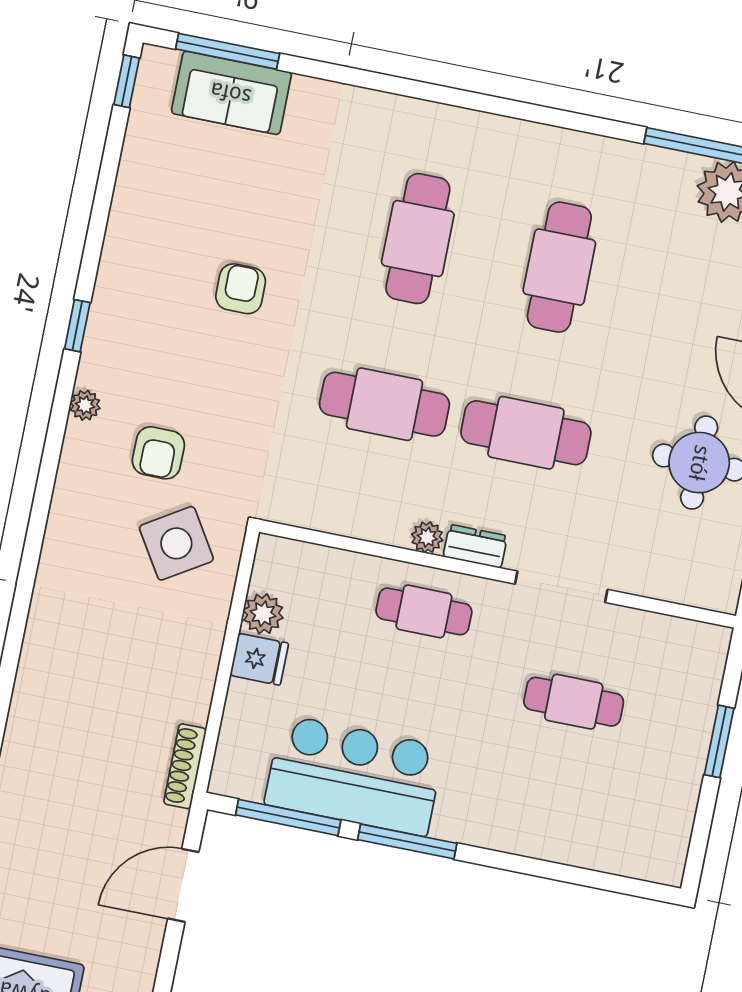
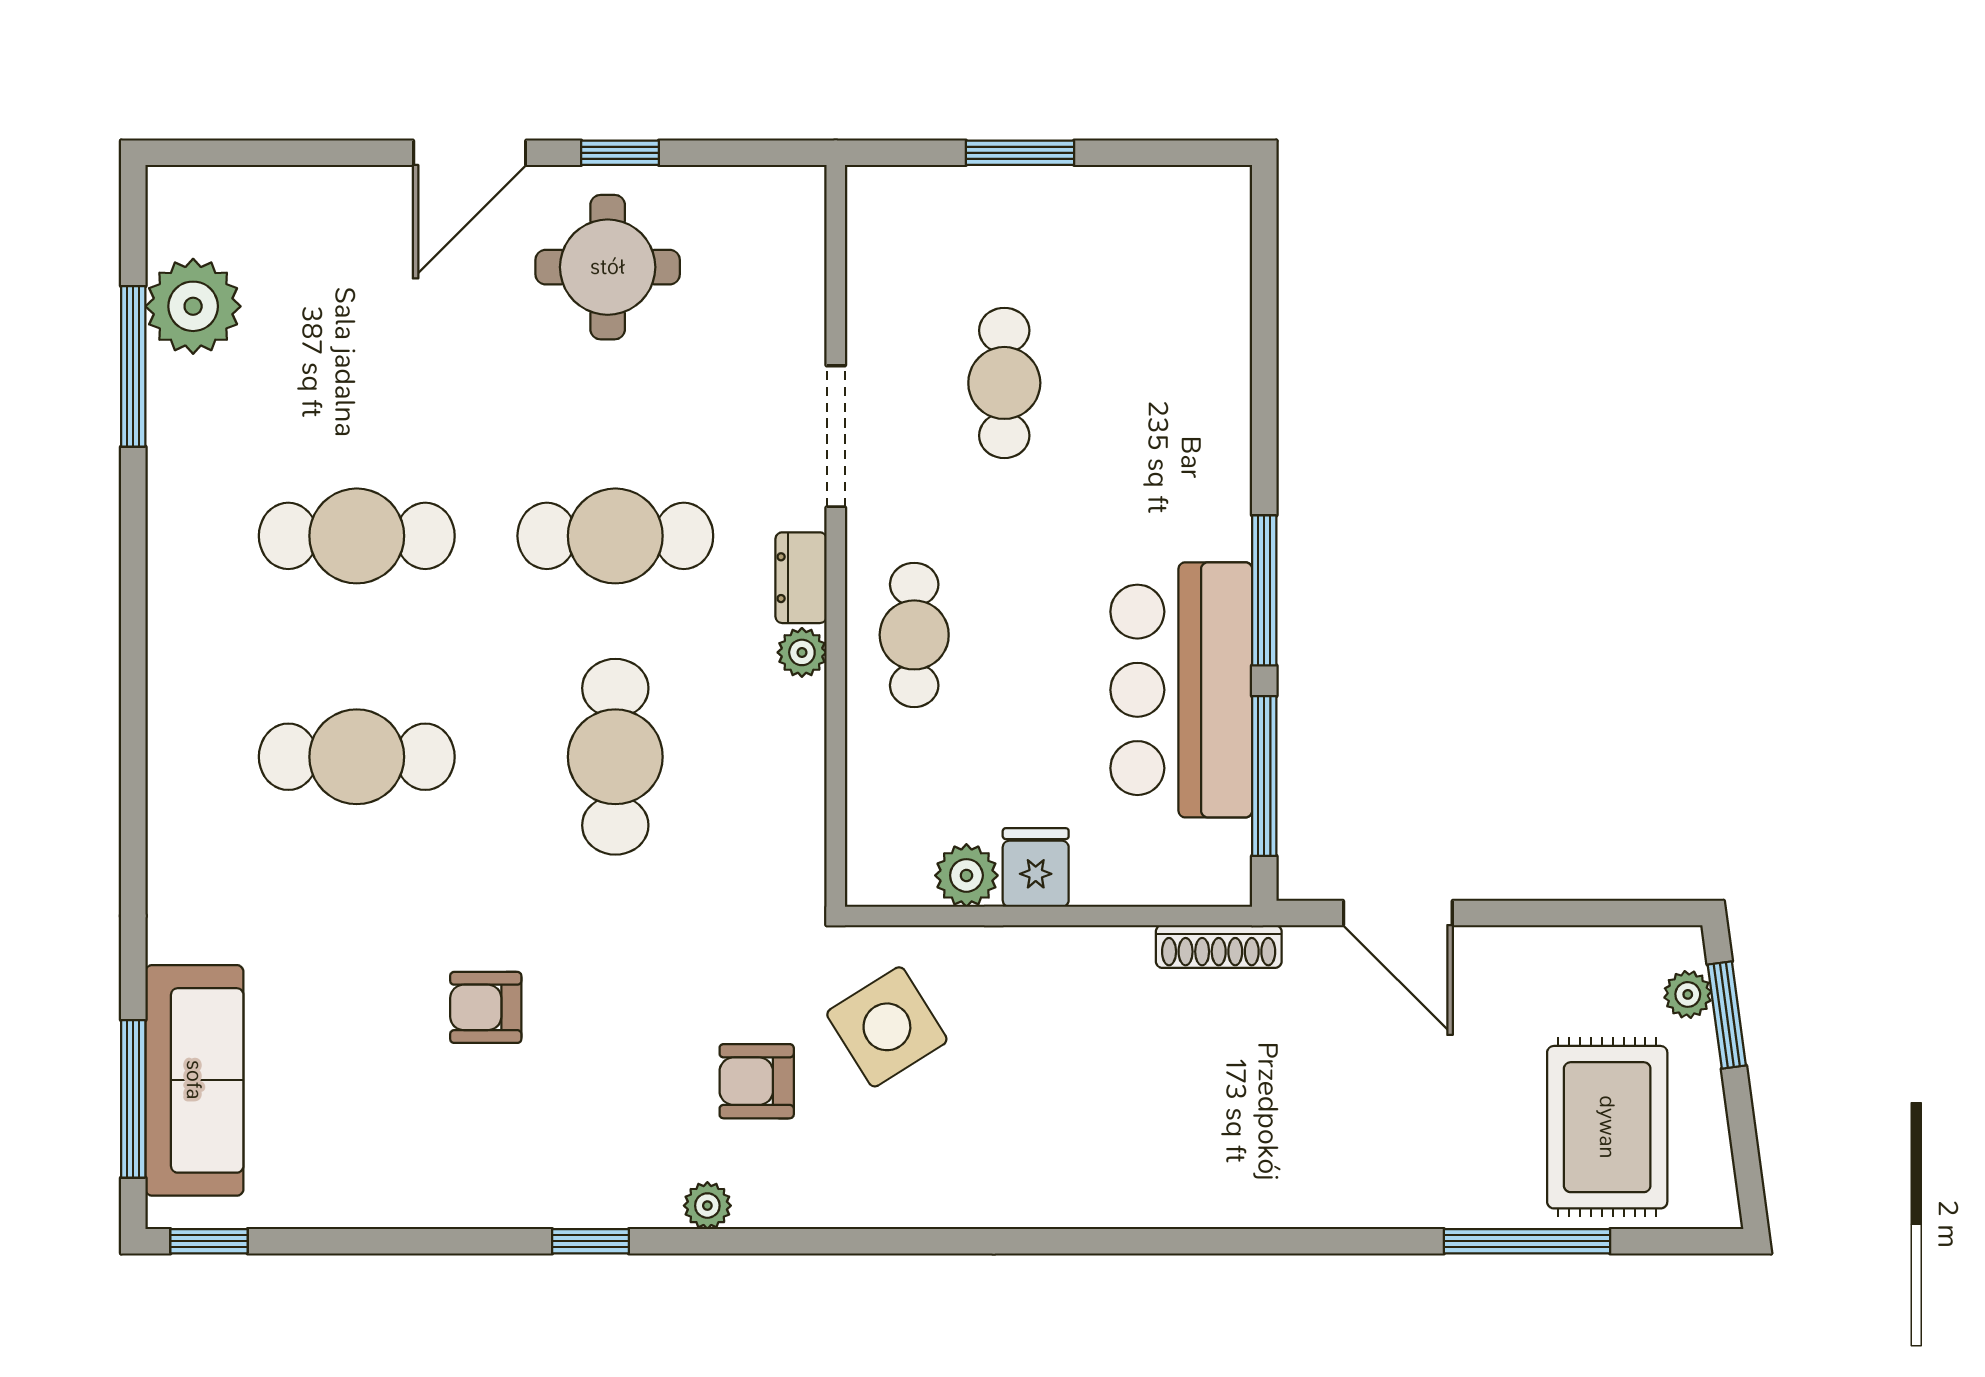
sofa: (231, 93) -> (194, 1080), width x1.36
cafe table: (526, 433) -> (615, 536), turned 90
armchair: (158, 453) -> (757, 1081), turned 180

